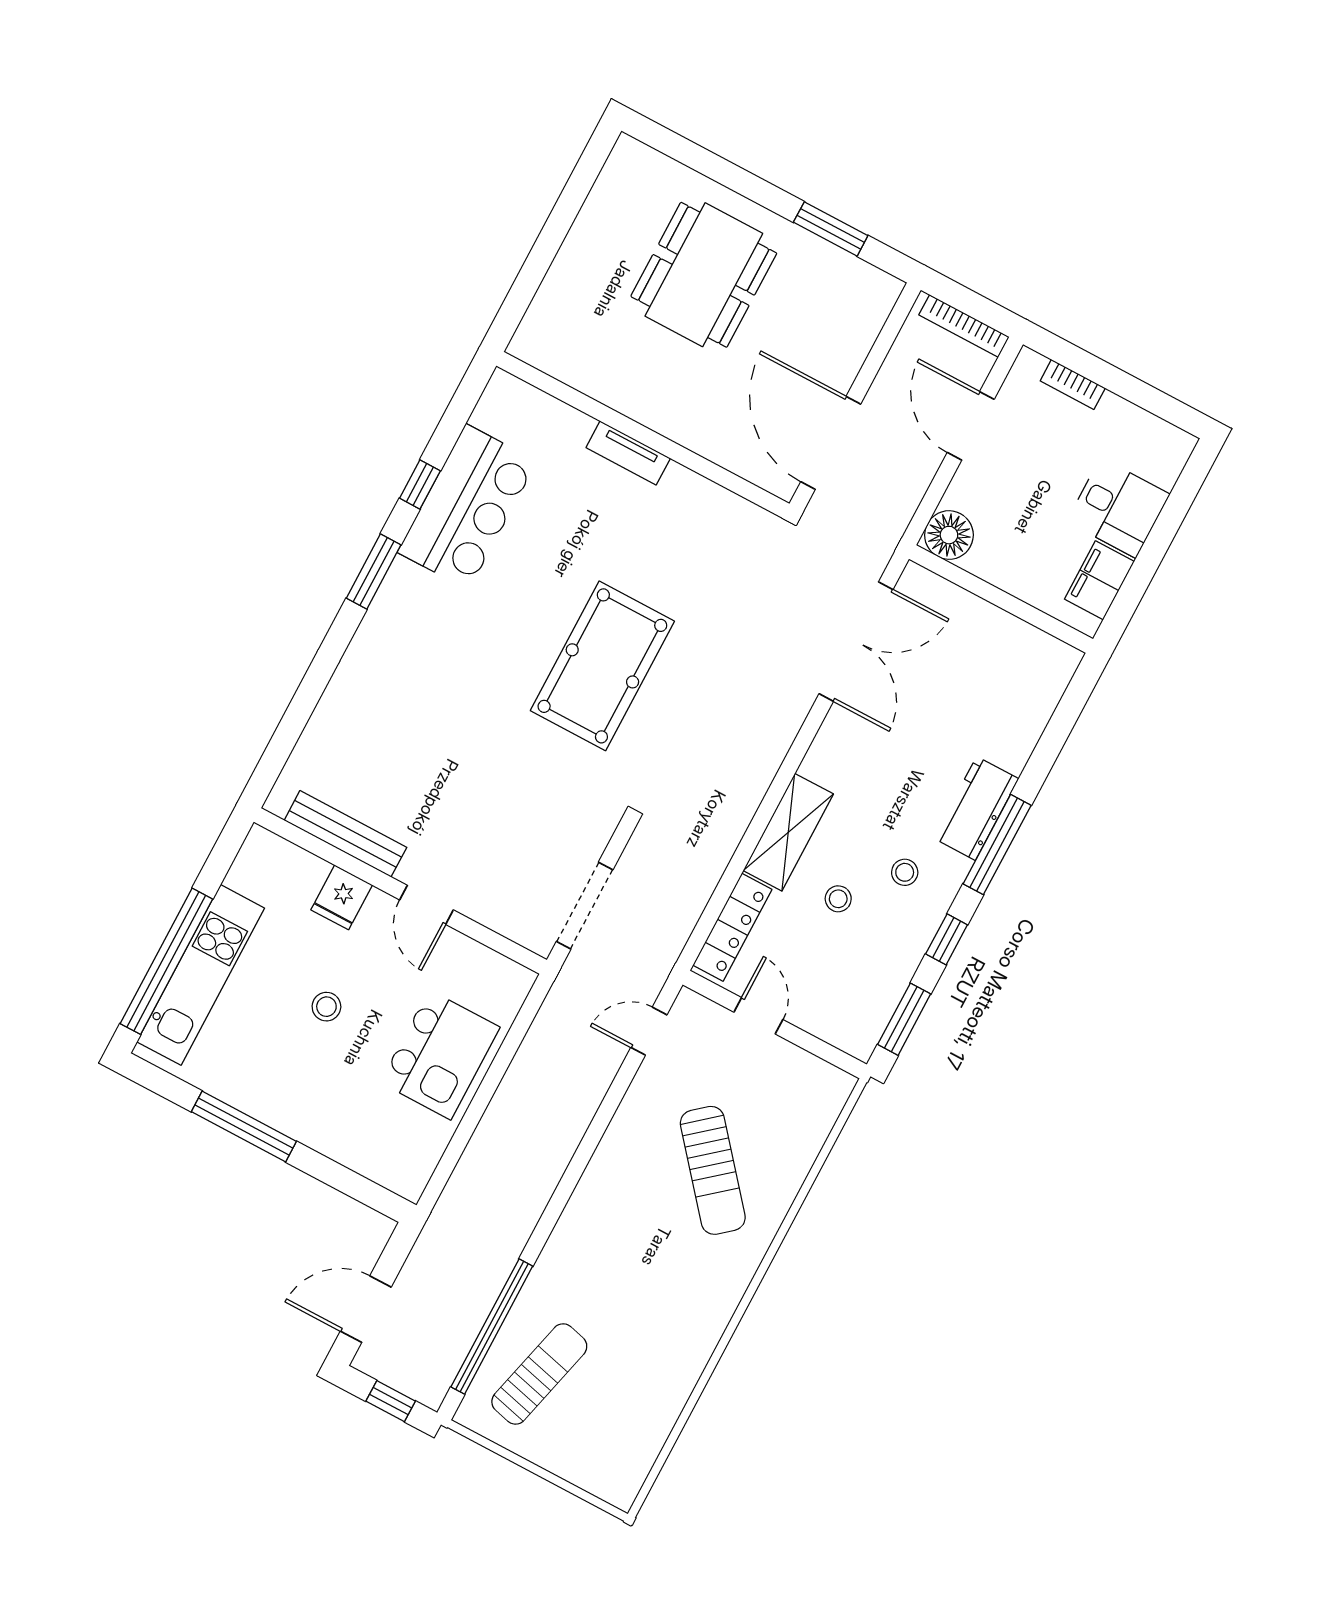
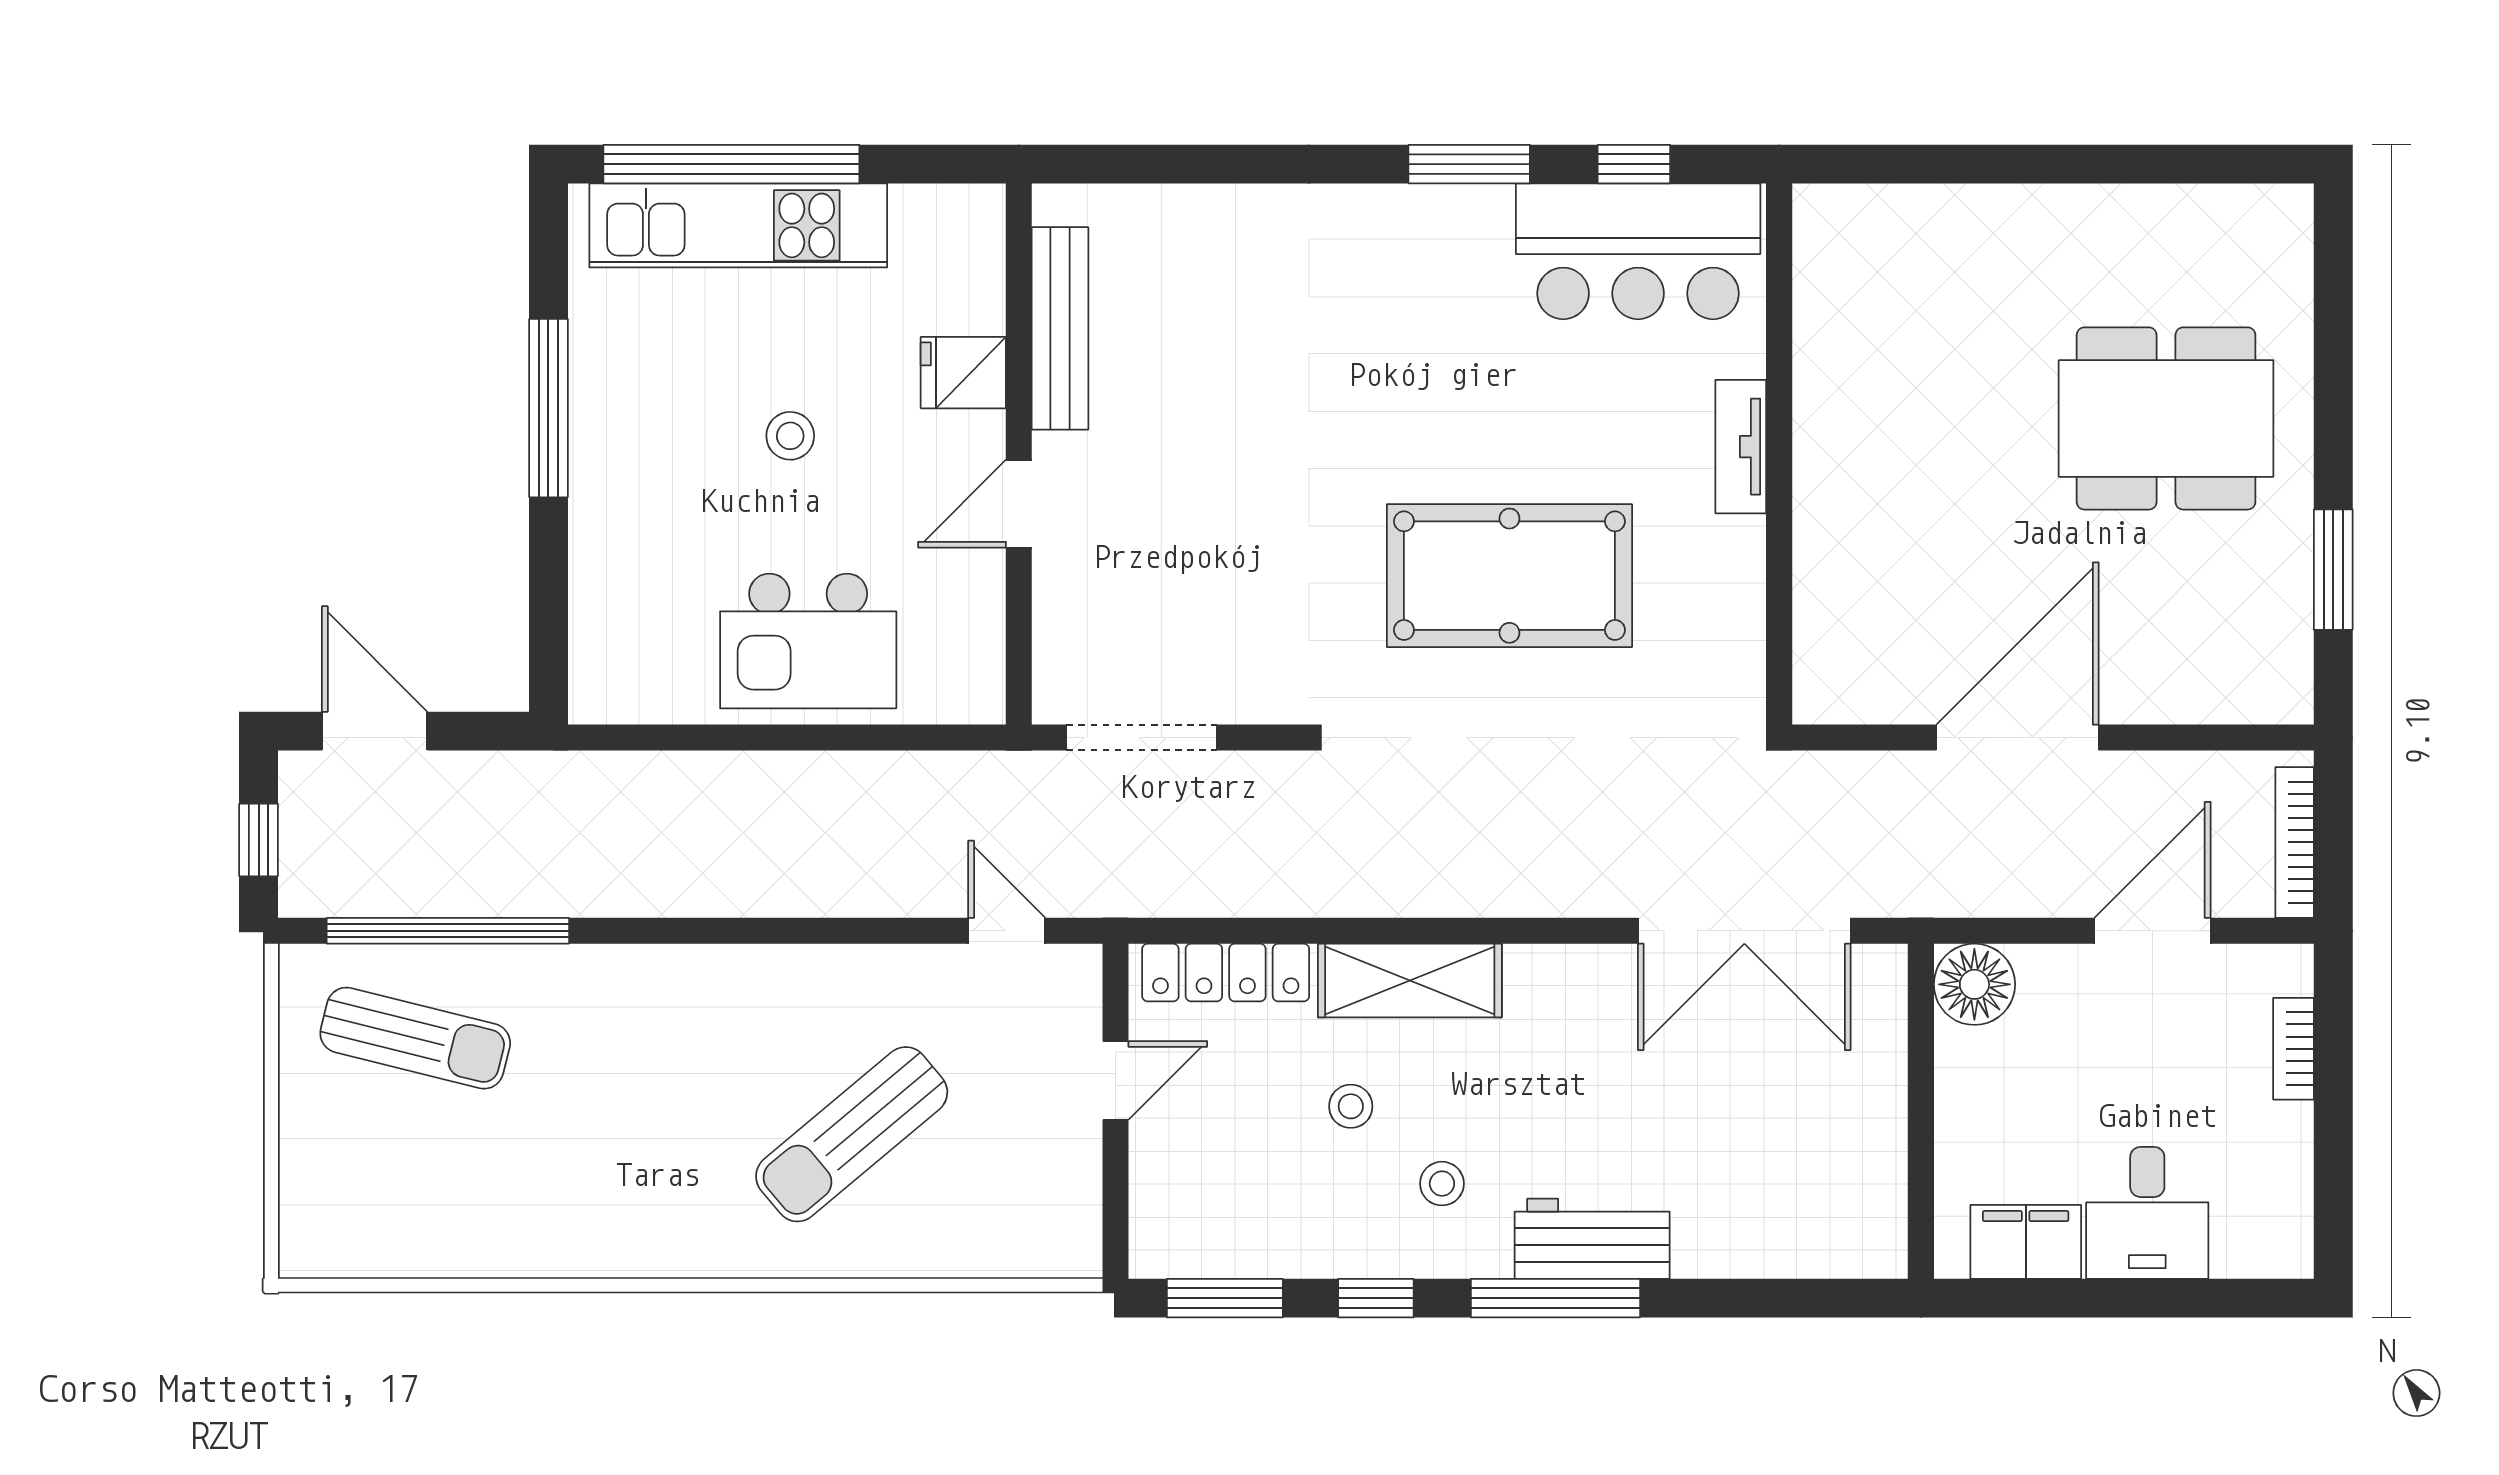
wall: (643, 435) -> (1779, 454), moved
tv unit: (628, 453) -> (1741, 447), moved

